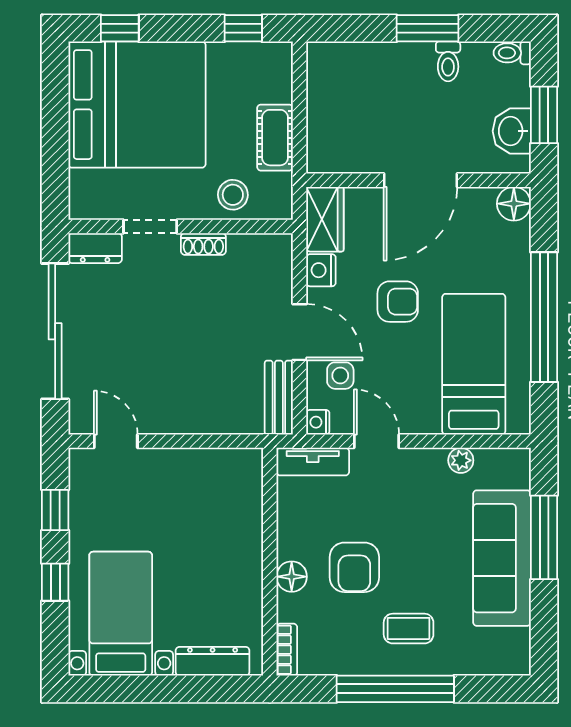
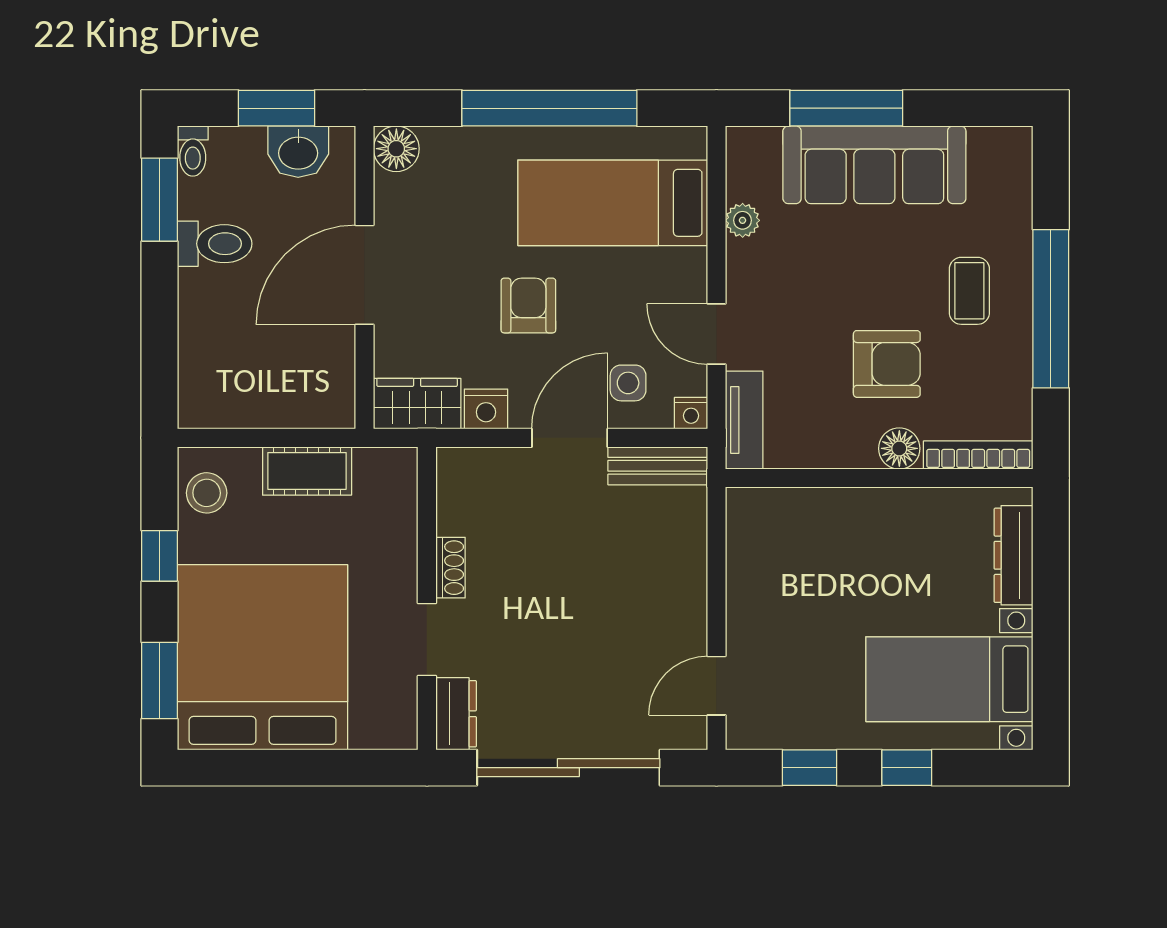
window: (120, 28) -> (160, 680), width x1.50
window: (243, 28) -> (160, 556), moved
window: (427, 28) -> (160, 200), moved
toilet: (448, 61) -> (215, 244), width x1.37, depth x1.39
door: (420, 180) -> (365, 275), swing flipped
stool: (233, 195) -> (207, 493), moved
door: (377, 441) -> (717, 334), hinge flipped
bookcase: (287, 650) -> (978, 455), width x1.56

